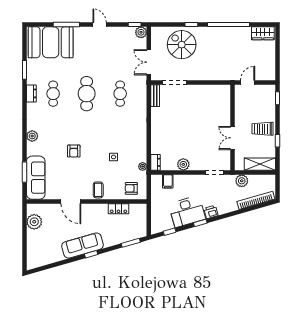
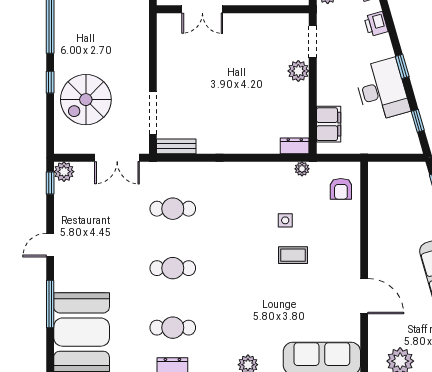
cafe table: (87, 94) -> (173, 268), width x0.73, depth x0.74
double door: (233, 138) -> (202, 9), moved
armchair: (74, 151) -> (275, 291), removed
plant: (183, 164) -> (298, 71), moved
filing cabinet: (168, 181) -> (329, 124), width x2.00
coffee table: (98, 190) -> (293, 255), moved
door: (71, 201) -> (364, 296), hinge flipped
locker: (118, 209) -> (377, 212), removed
printer: (211, 212) -> (376, 24), moved

